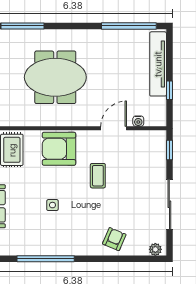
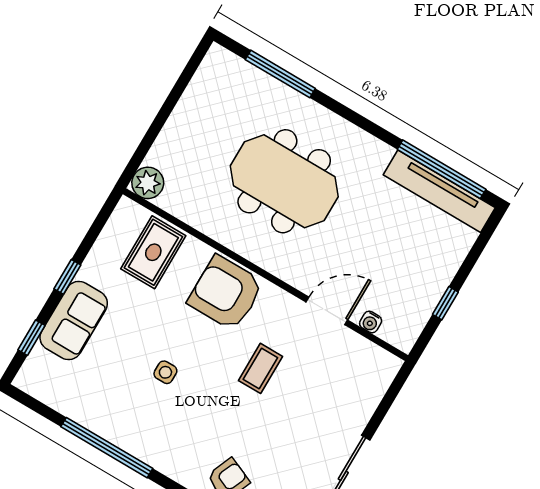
tv unit: (158, 64) -> (439, 191), moved, turned -90
window: (169, 150) -> (392, 394), removed

